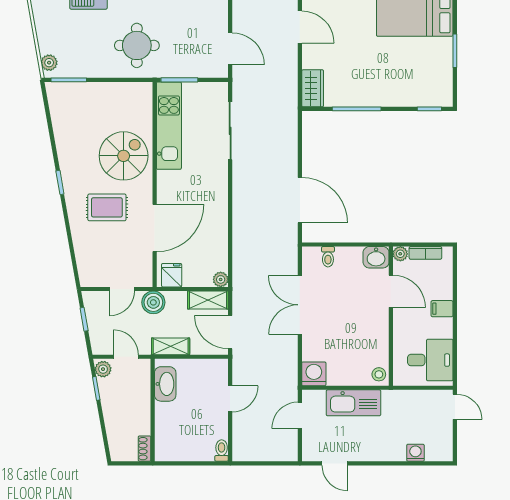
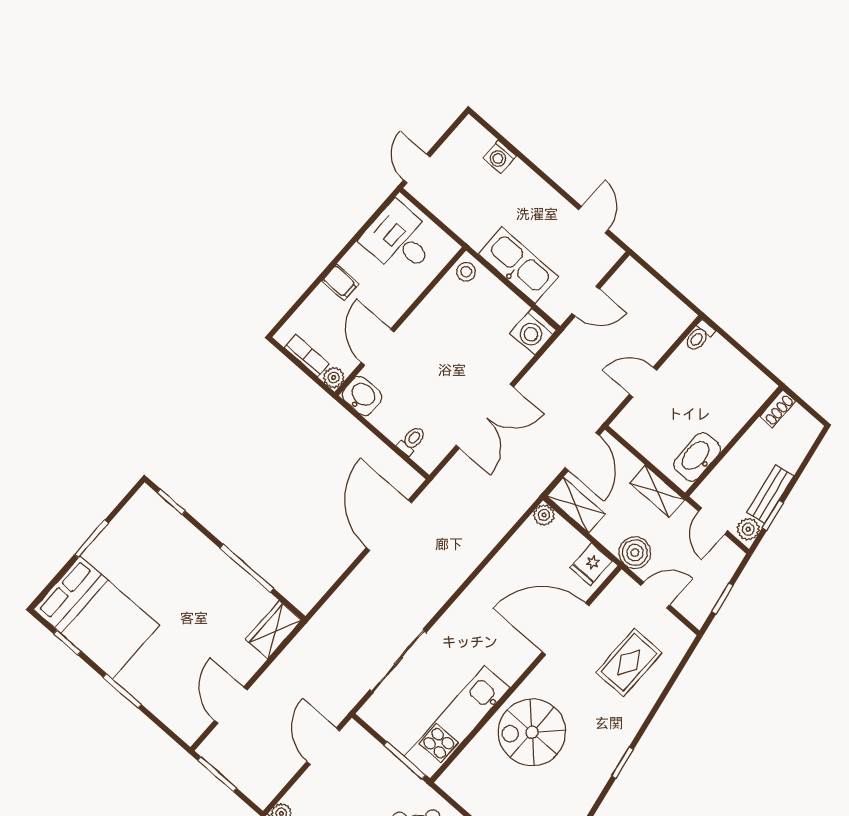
rug: (107, 207) -> (629, 662), moved, turned 90
bench: (108, 399) -> (770, 494), added

